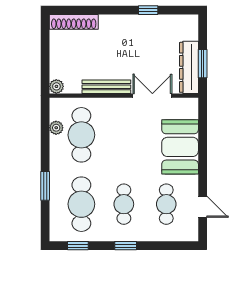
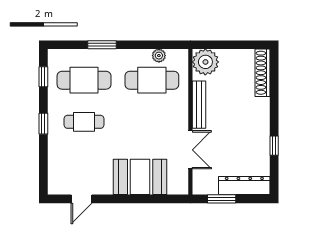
dresser: (189, 67) -> (244, 186), moved
plant: (56, 86) -> (205, 62), width x1.88, depth x1.88
cafe table: (166, 204) -> (84, 163), removed

